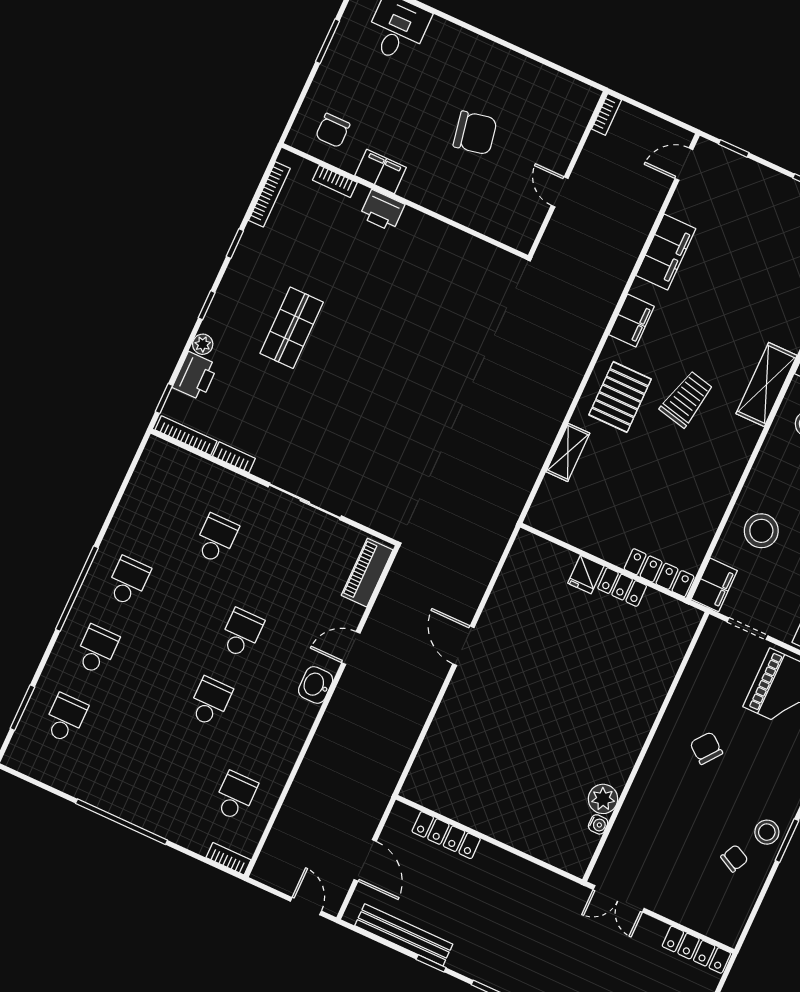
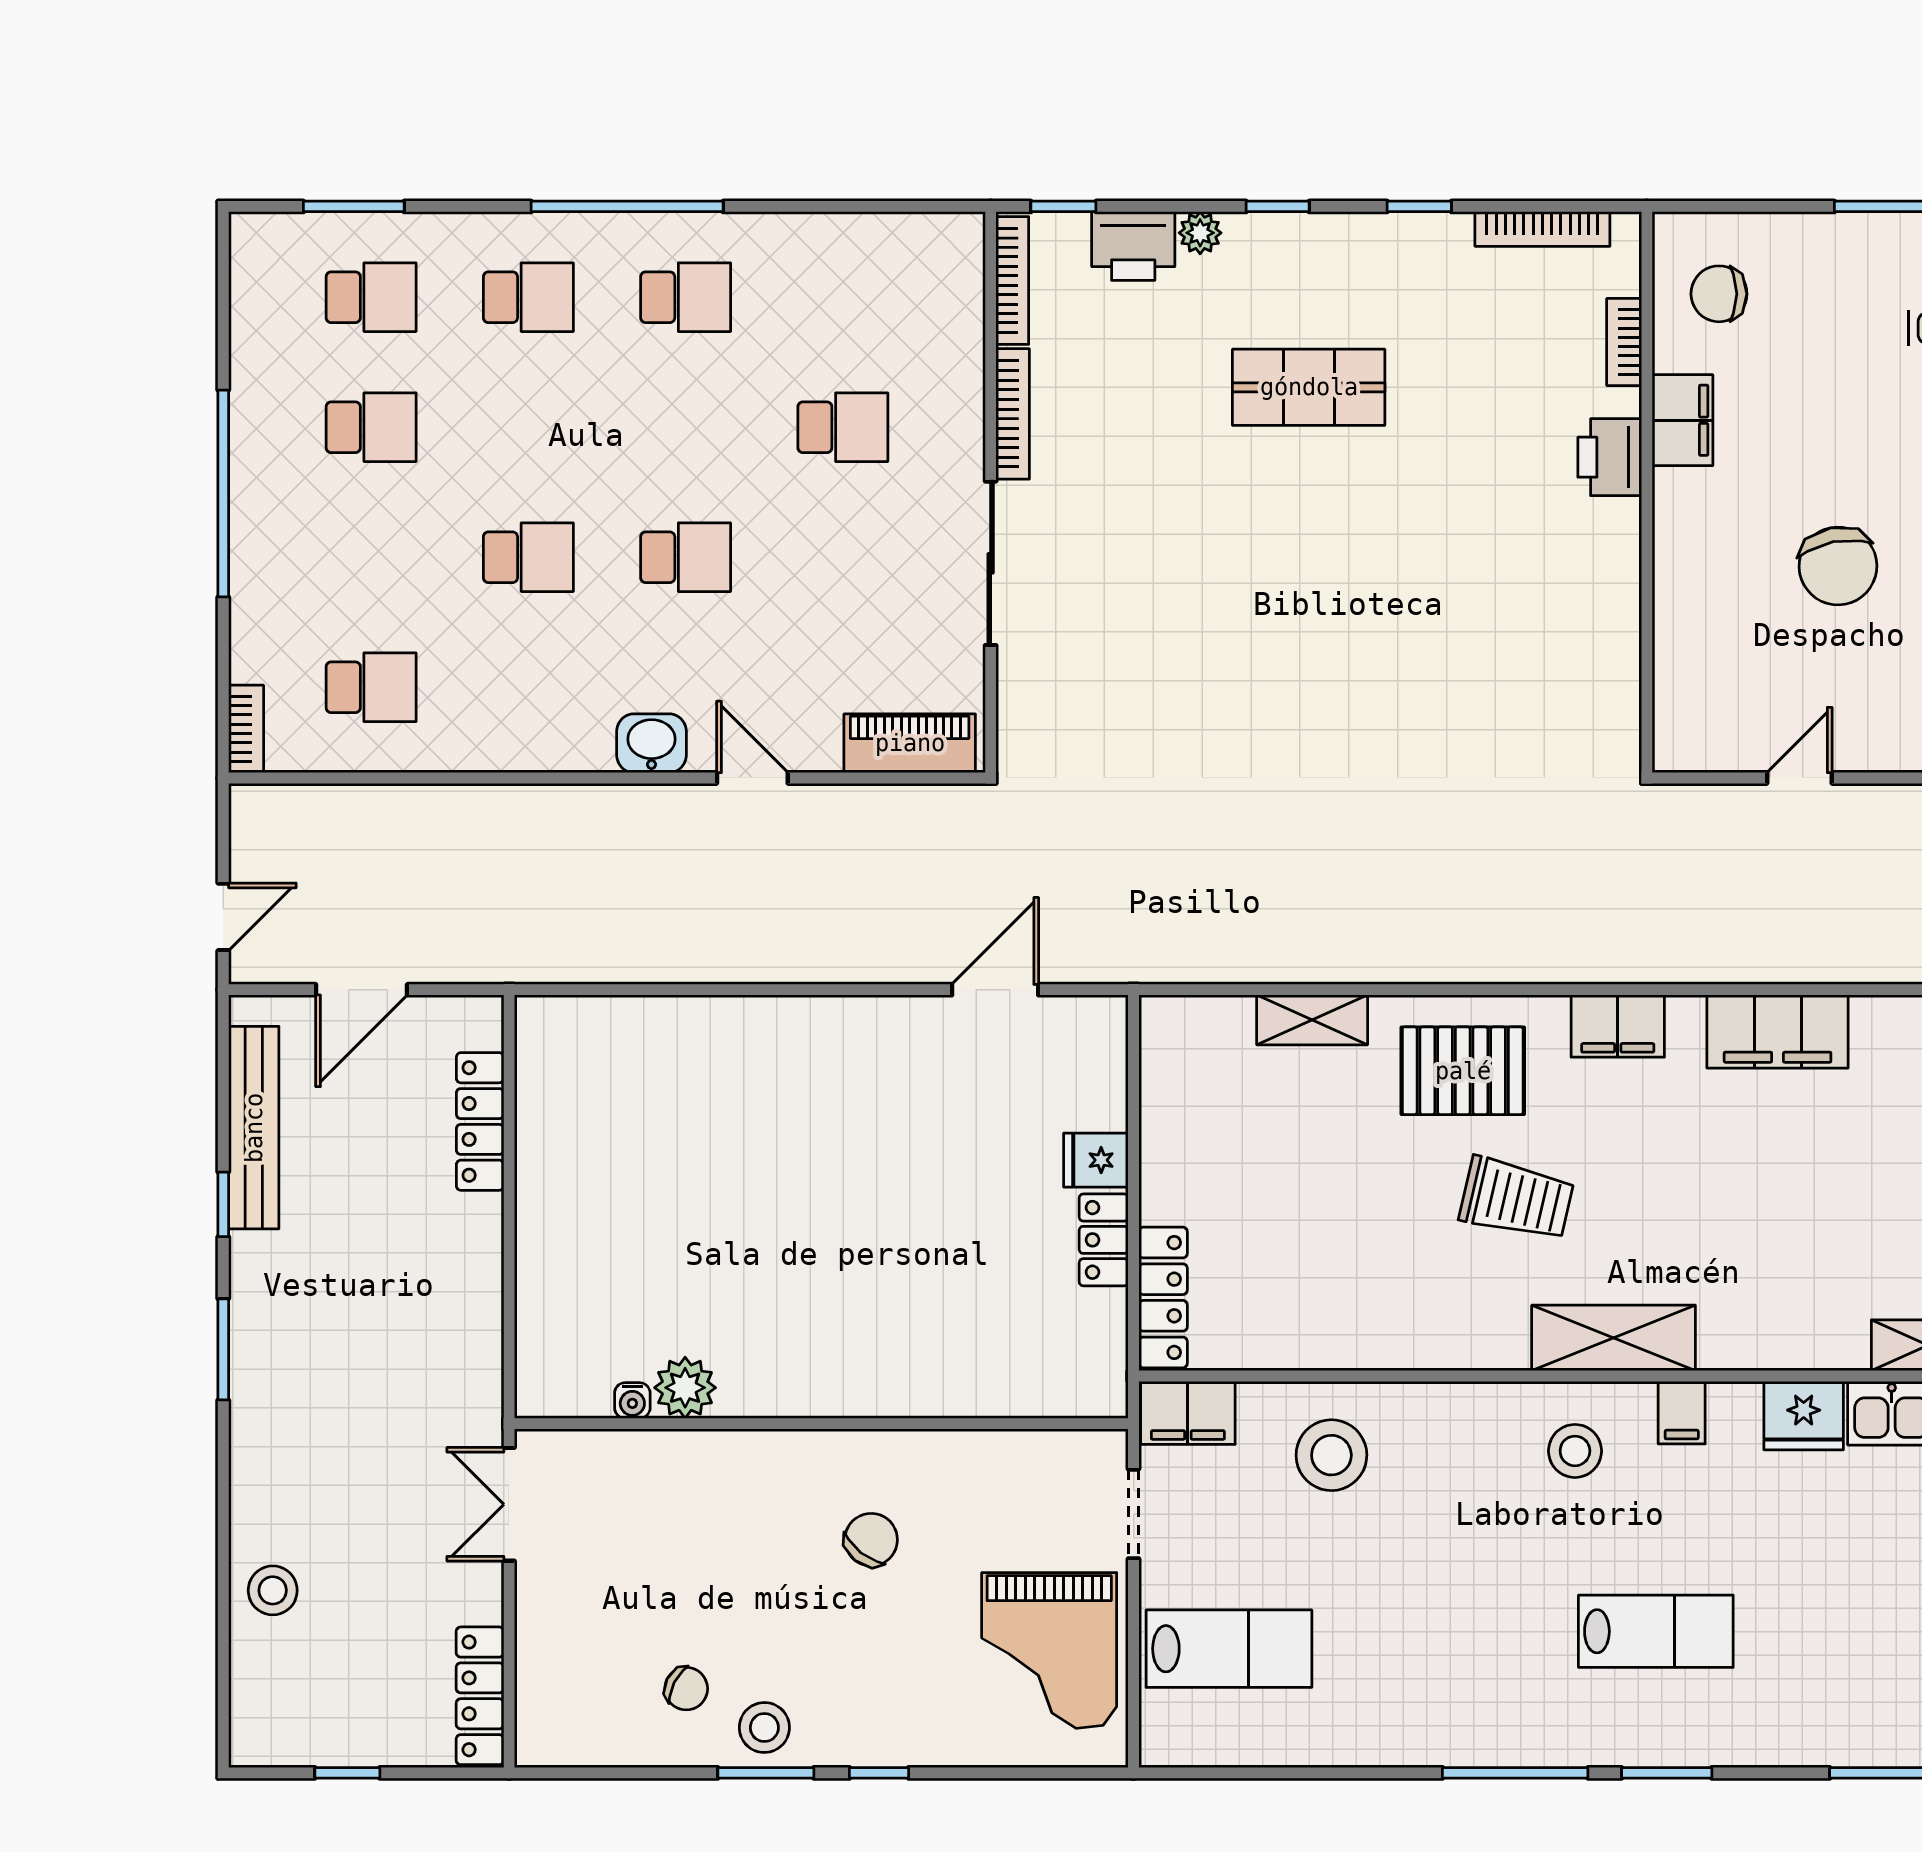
bookcase: (234, 457) -> (1013, 414), width x1.56
door: (463, 646) -> (995, 990), moved
school desk: (122, 744) -> (371, 427), added

